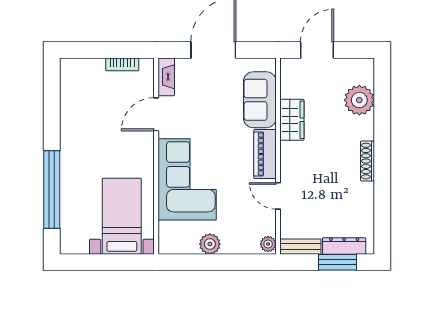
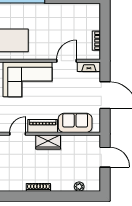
plant: (359, 100) -> (79, 187), width x0.53, depth x0.53
door: (156, 114) -> (66, 61), hinge flipped
wardrobe: (292, 120) -> (48, 142), moved

